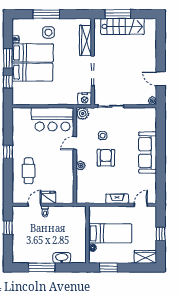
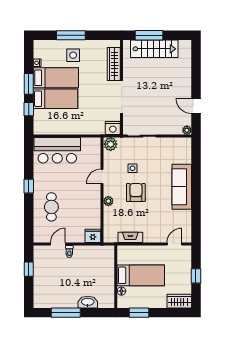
bar counter: (52, 119) -> (57, 150), moved
fridge: (48, 197) -> (93, 236), moved
fireplace: (117, 199) -> (130, 237), moved

